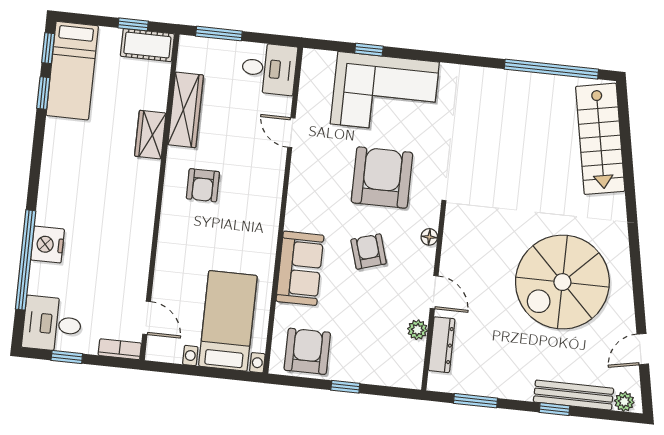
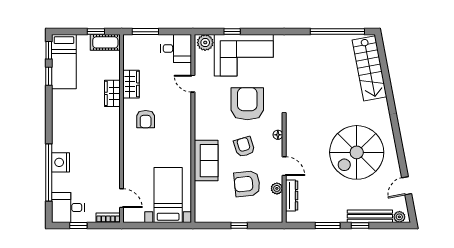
plant: (320, 64) -> (205, 43), added
wardrobe: (186, 110) -> (131, 84), width x0.67
armchair: (307, 351) -> (247, 184), moved, turned -96
window: (476, 401) -> (328, 225), moved

